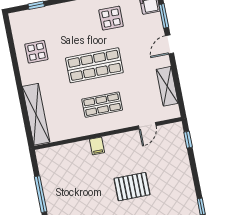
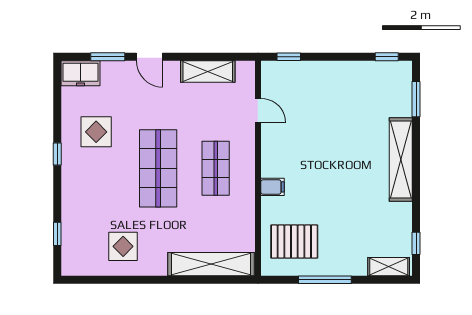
pallet: (132, 187) -> (294, 242), moved, turned 90

